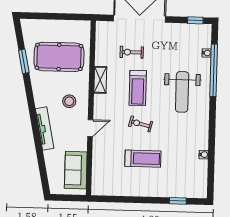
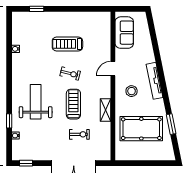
window: (214, 70) -> (9, 121), width x0.32
tv unit: (45, 129) -> (155, 81), moved

